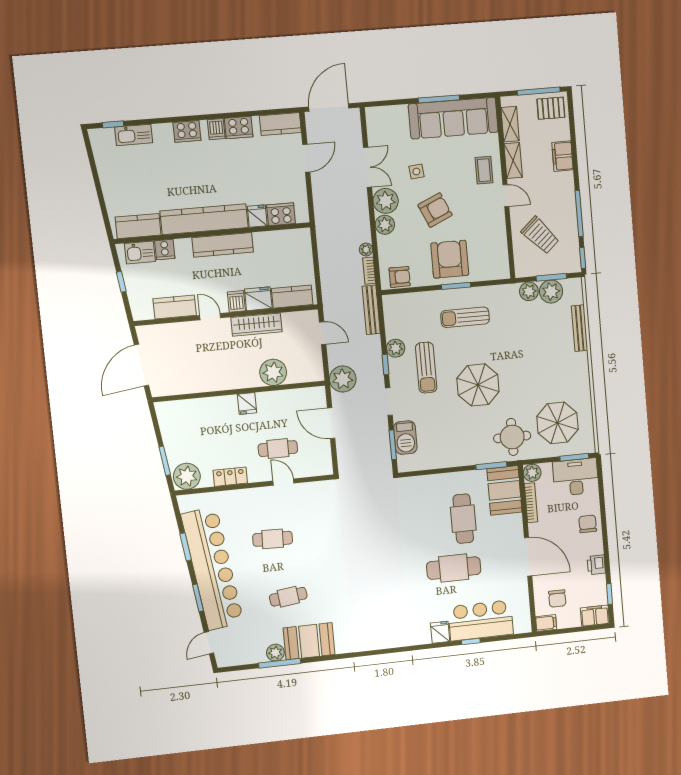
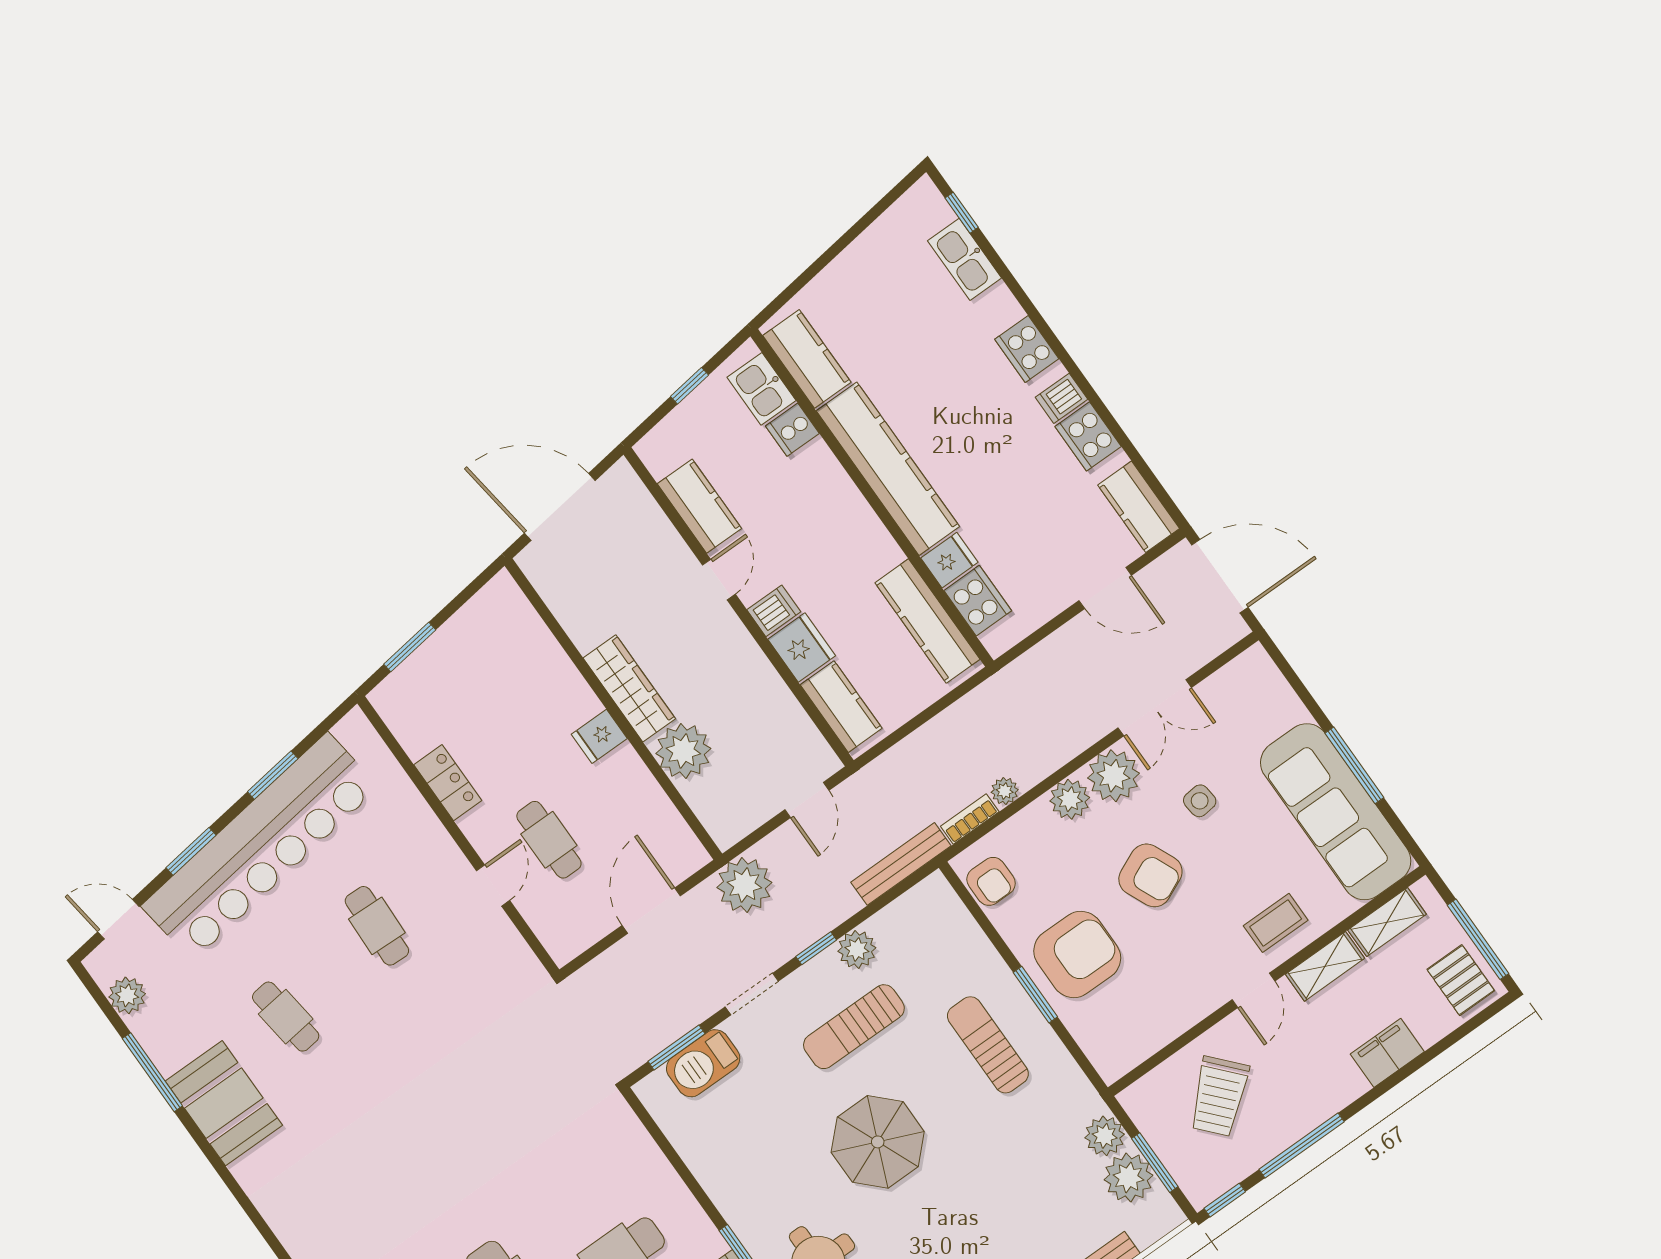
kitchen counter: (223, 245) -> (927, 621), moved
wardrobe: (256, 325) -> (629, 688), moved, turned 180
plant: (187, 476) -> (404, 703), removed
plant: (275, 653) -> (127, 995), moved

